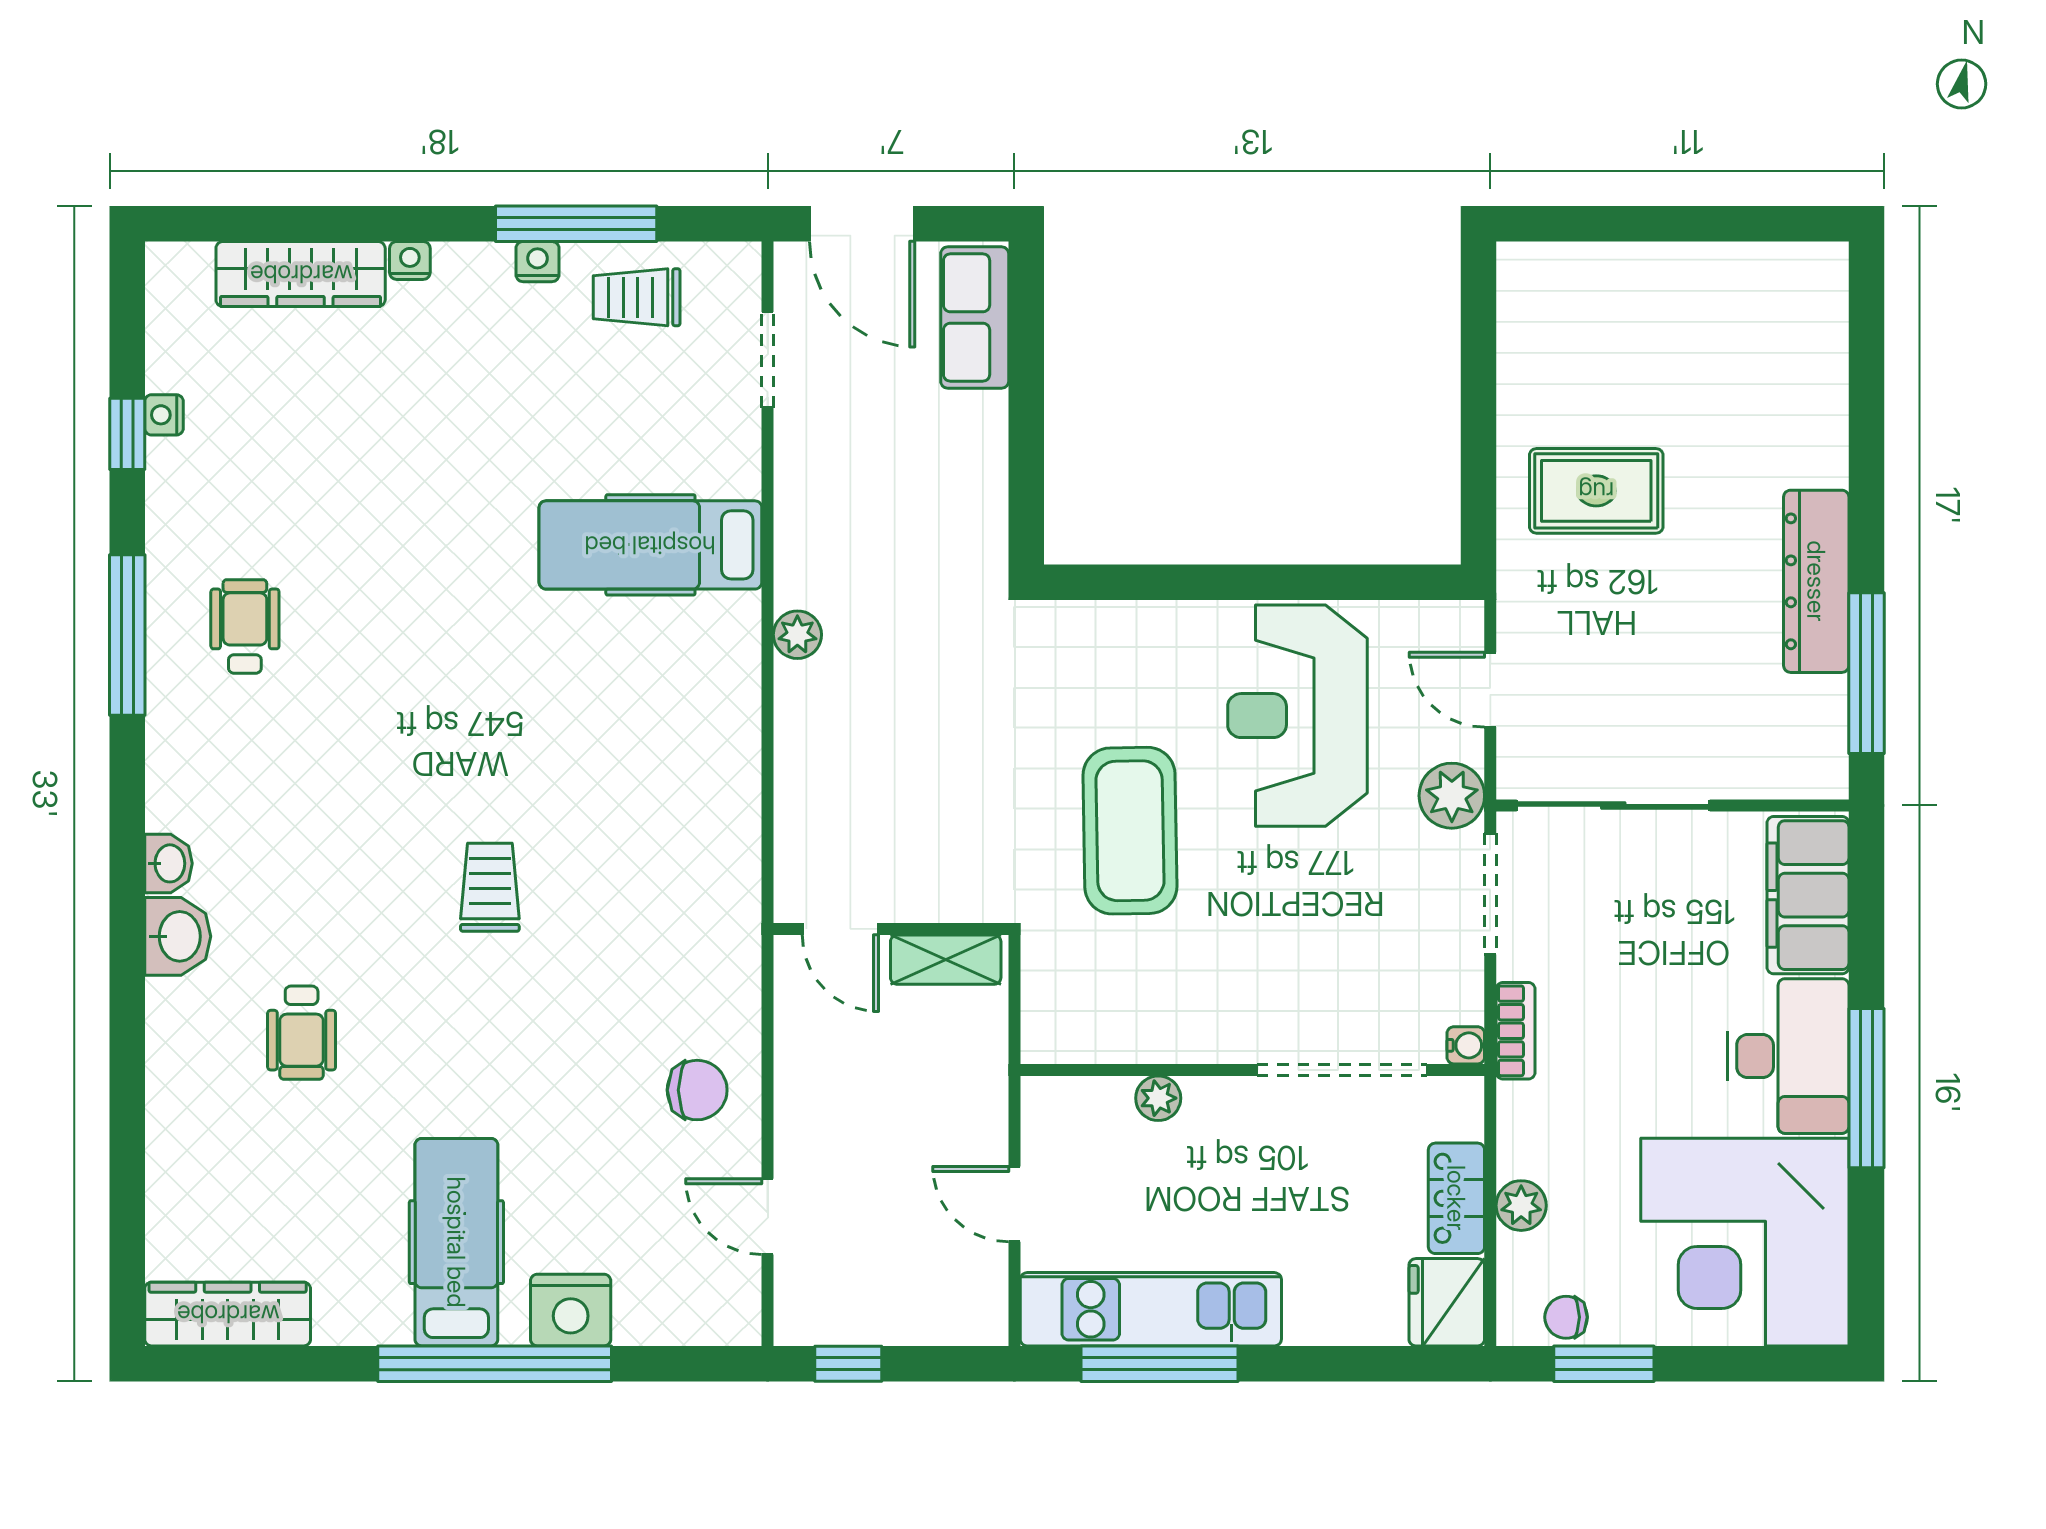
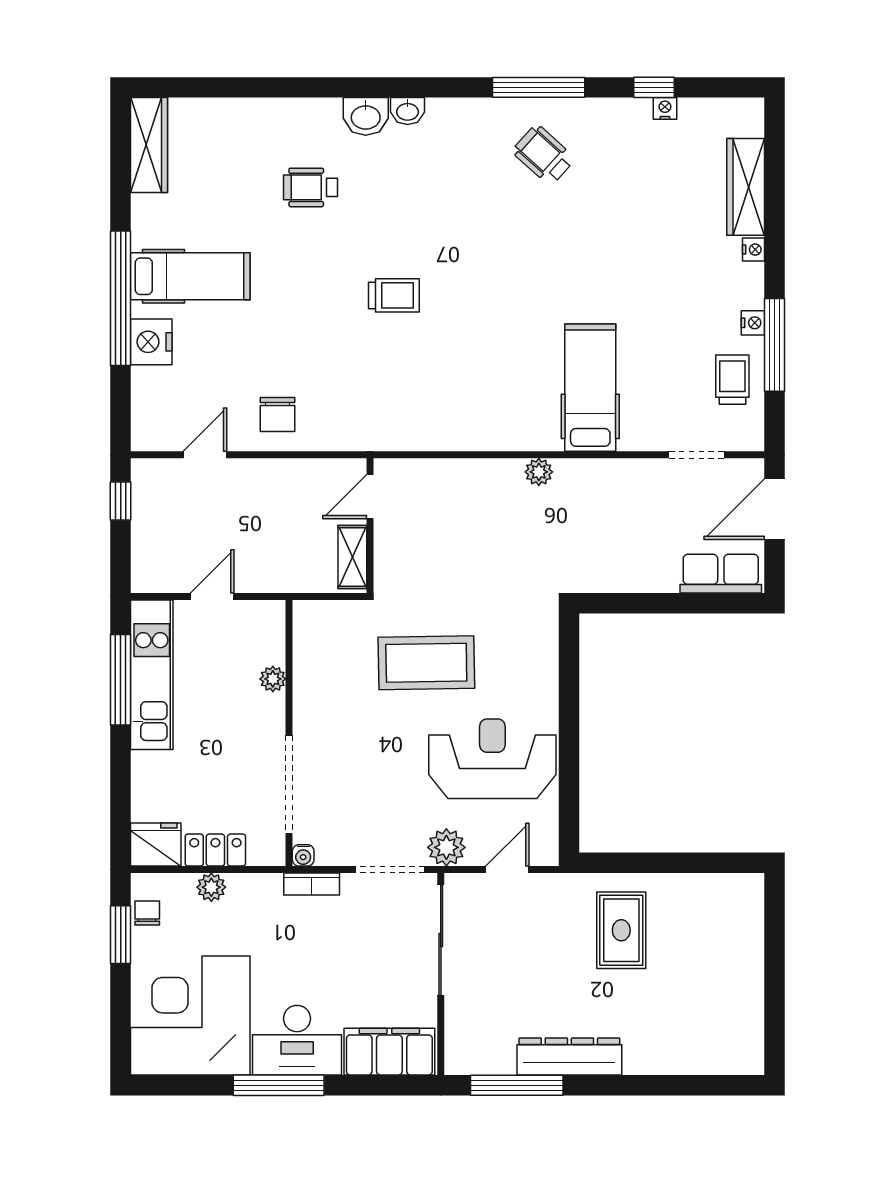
wheelchair: (245, 626) -> (544, 155), turned -138

